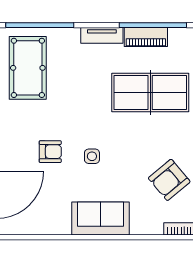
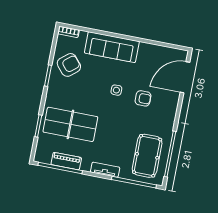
tv unit: (102, 35) -> (105, 170), moved
armchair: (50, 152) -> (143, 98), turned 180
sofa: (101, 218) -> (112, 47), width x1.36

